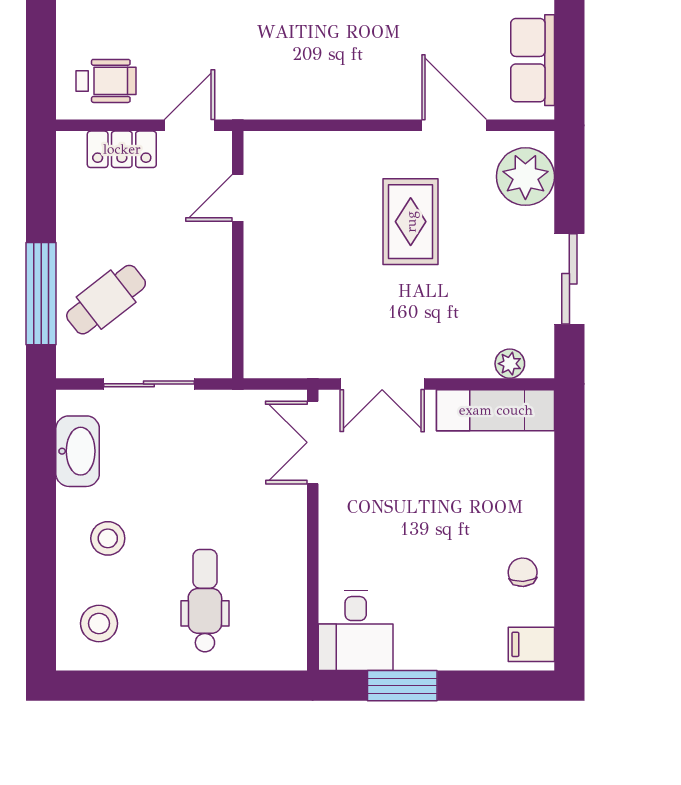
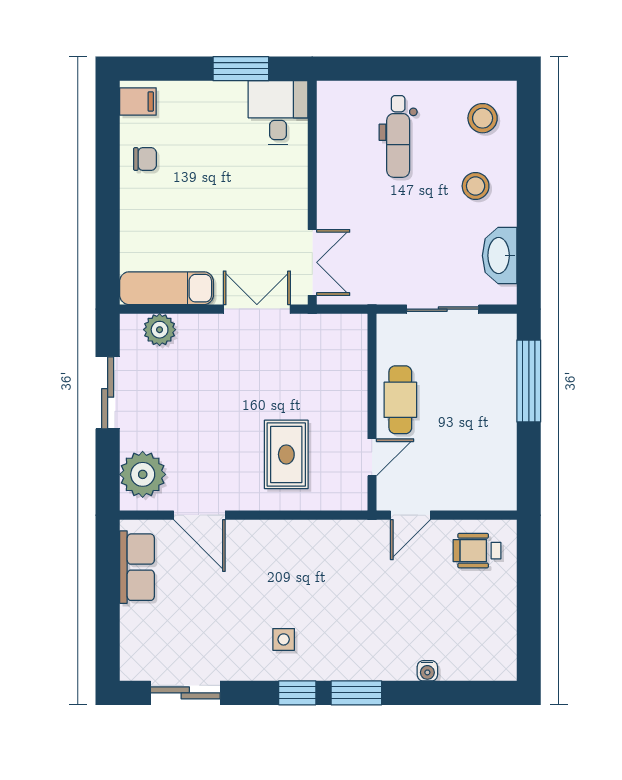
locker: (122, 149) -> (464, 496), removed
rug: (411, 222) -> (286, 454), moved
cafe table: (106, 300) -> (400, 400), moved, turned -52
plant: (510, 364) -> (160, 330), width x1.38, depth x1.38
chair: (523, 572) -> (145, 159), turned -87

